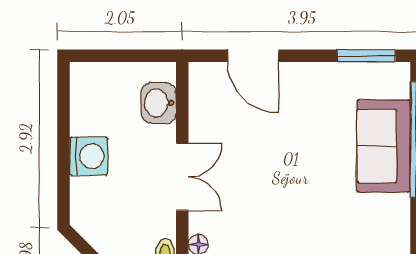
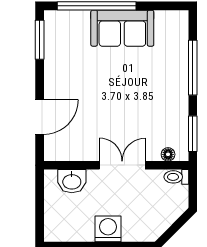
sofa: (384, 146) -> (122, 28), moved

